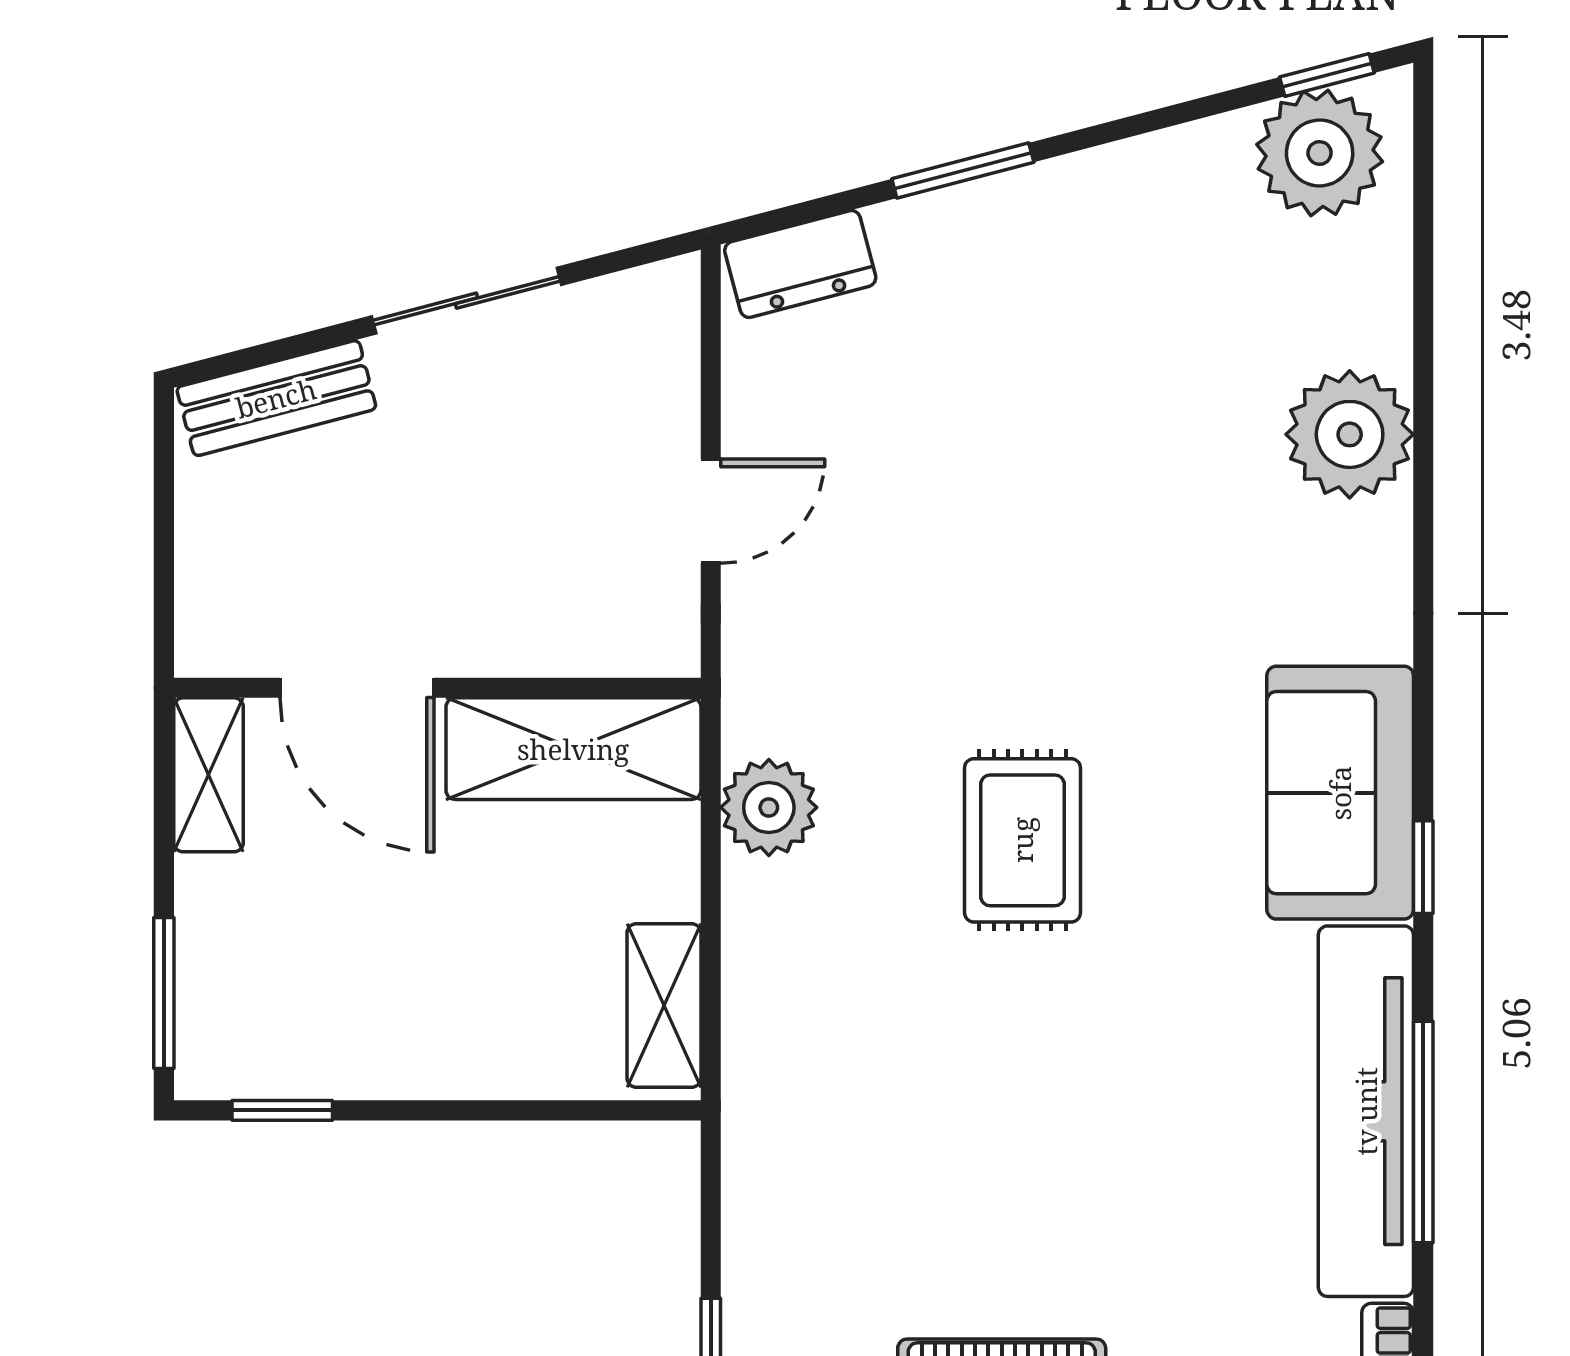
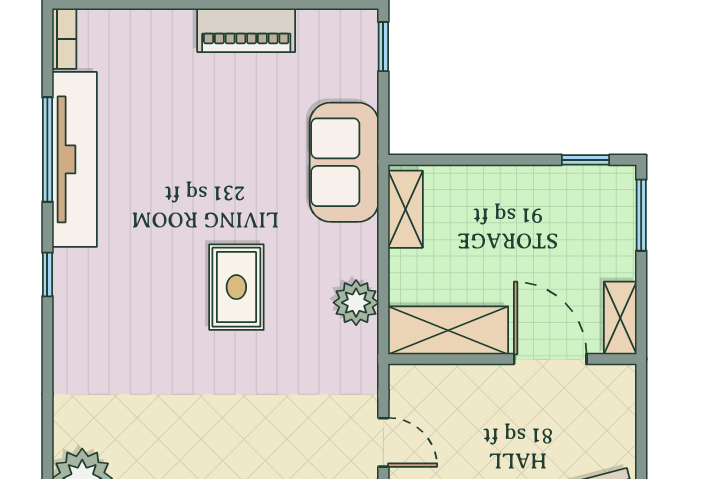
door: (711, 511) -> (383, 442), swing flipped
sofa: (1340, 793) -> (344, 162), moved, turned 180

